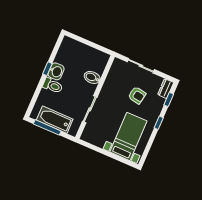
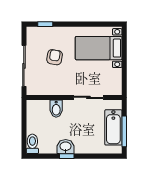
sliding door: (141, 66) -> (24, 66), width x1.37
toilet: (53, 86) -> (32, 144), moved
dresser: (166, 89) -> (36, 32), removed
window: (159, 123) -> (72, 24), removed

